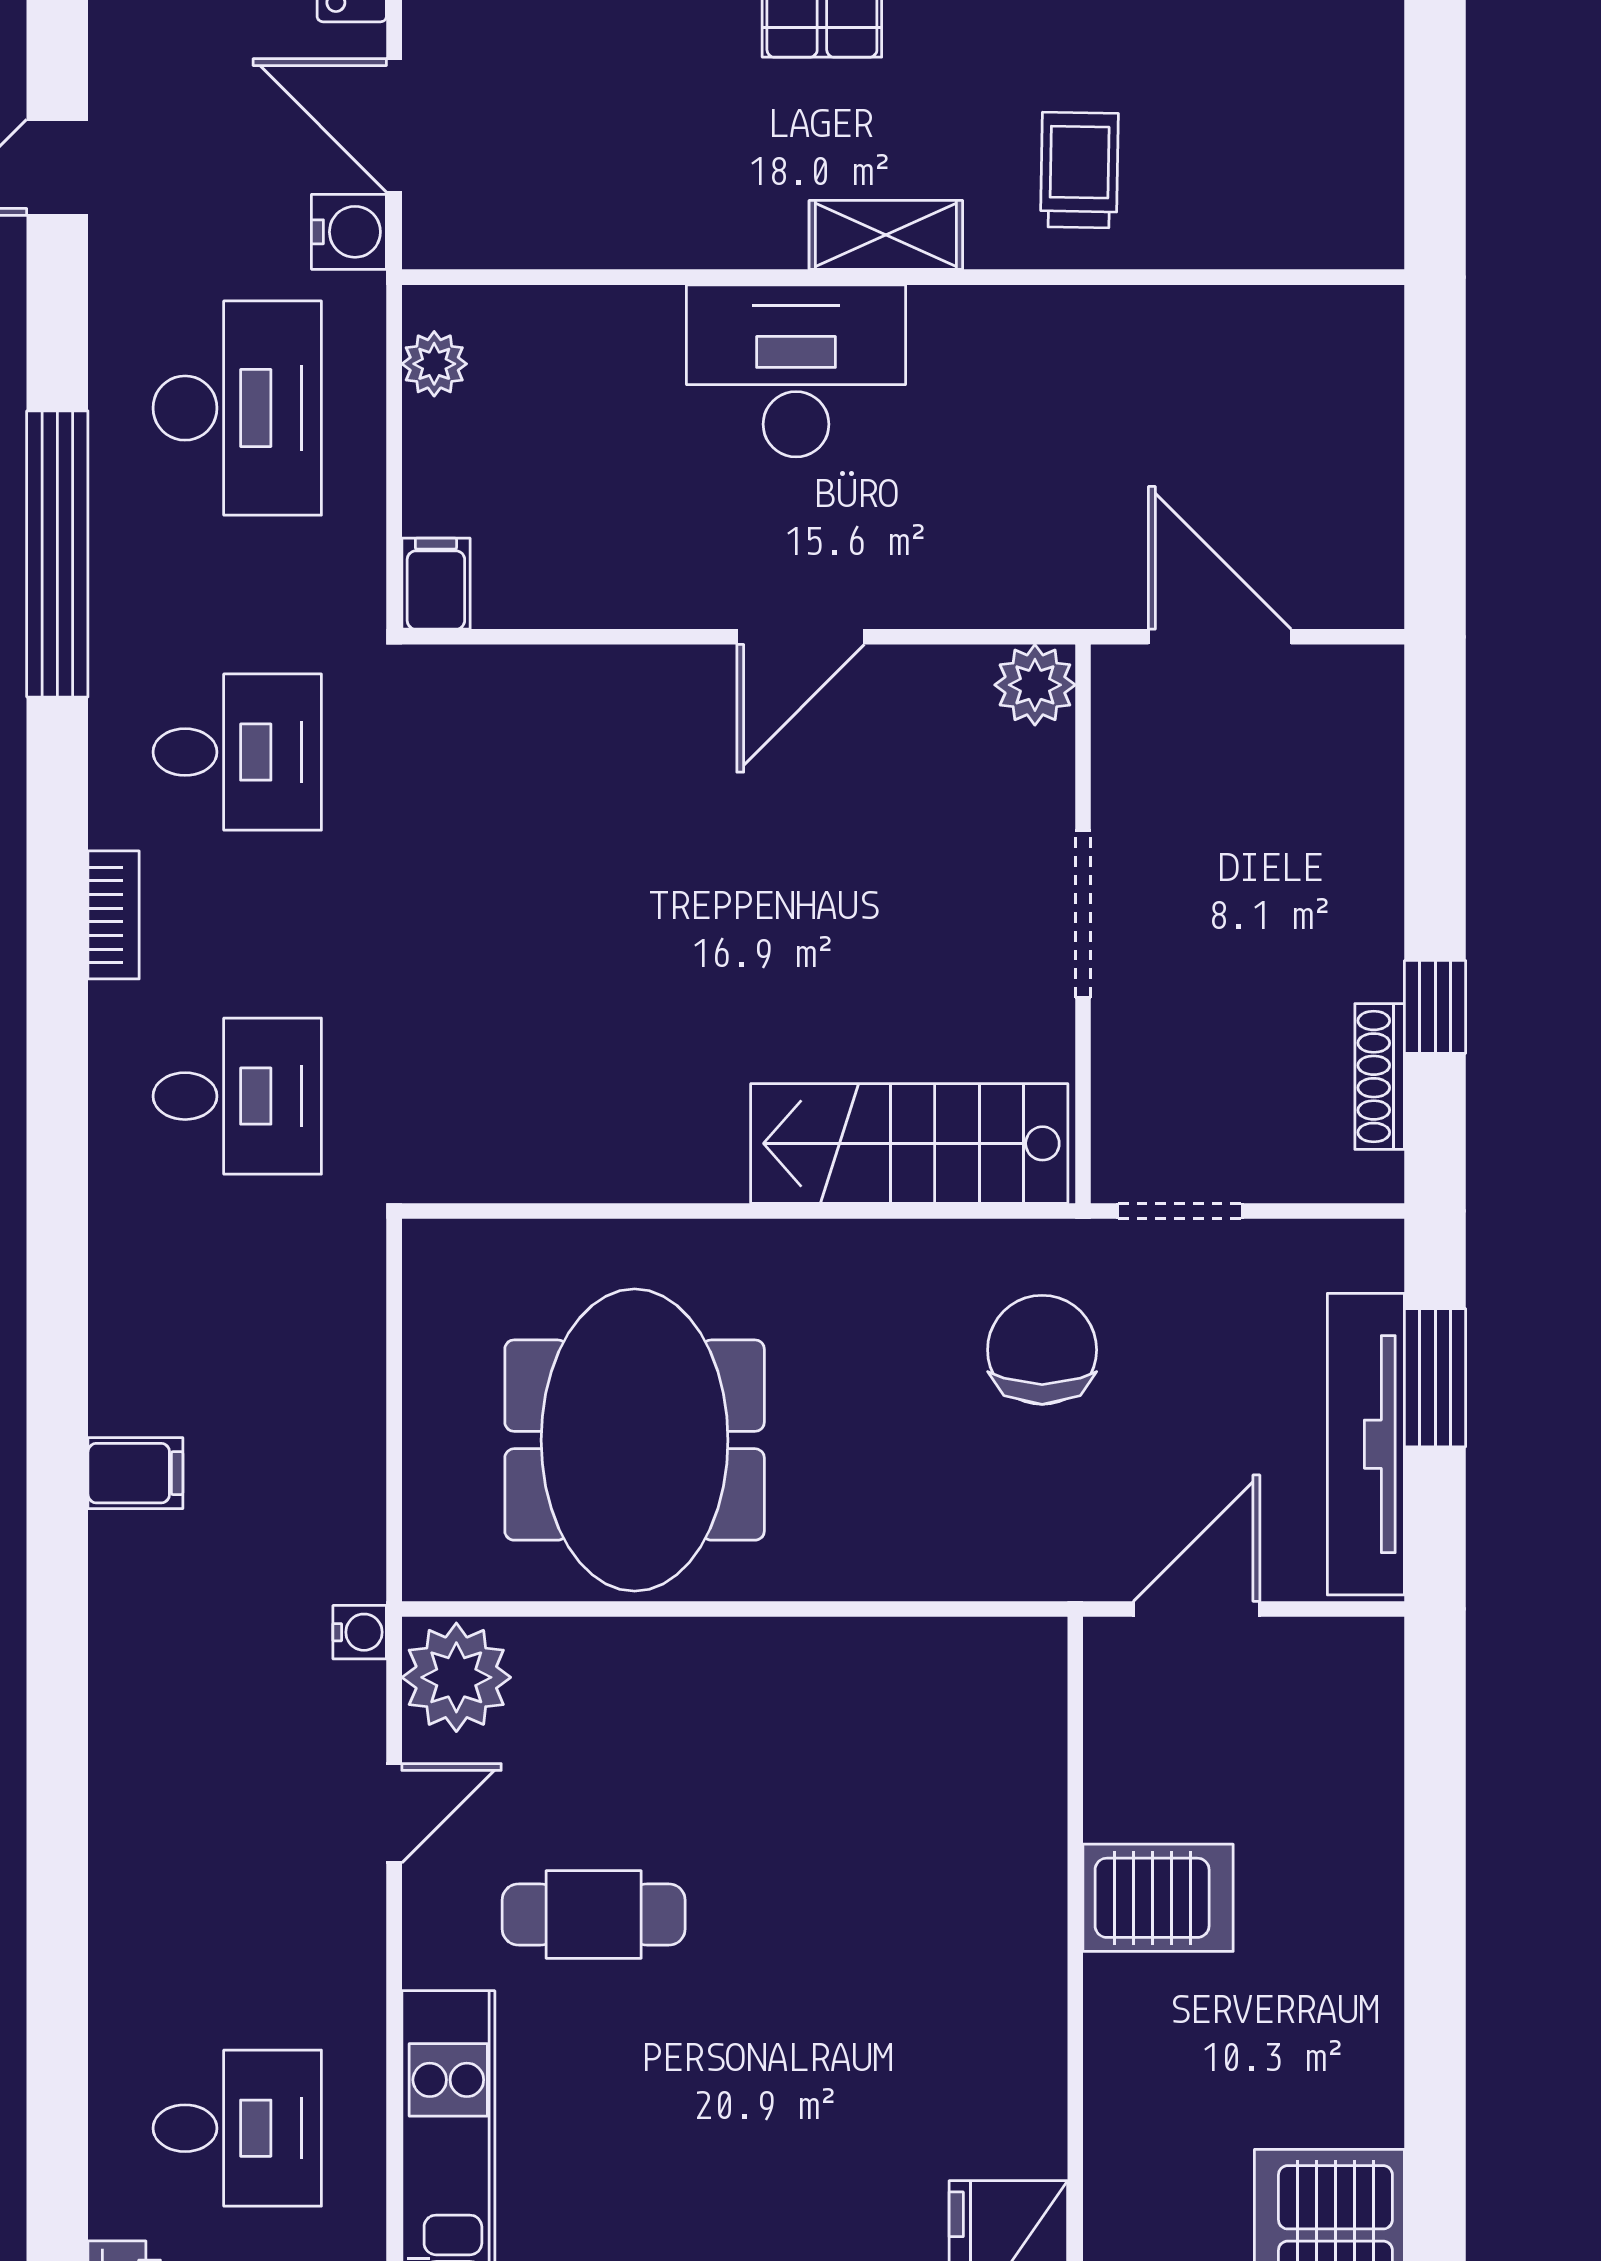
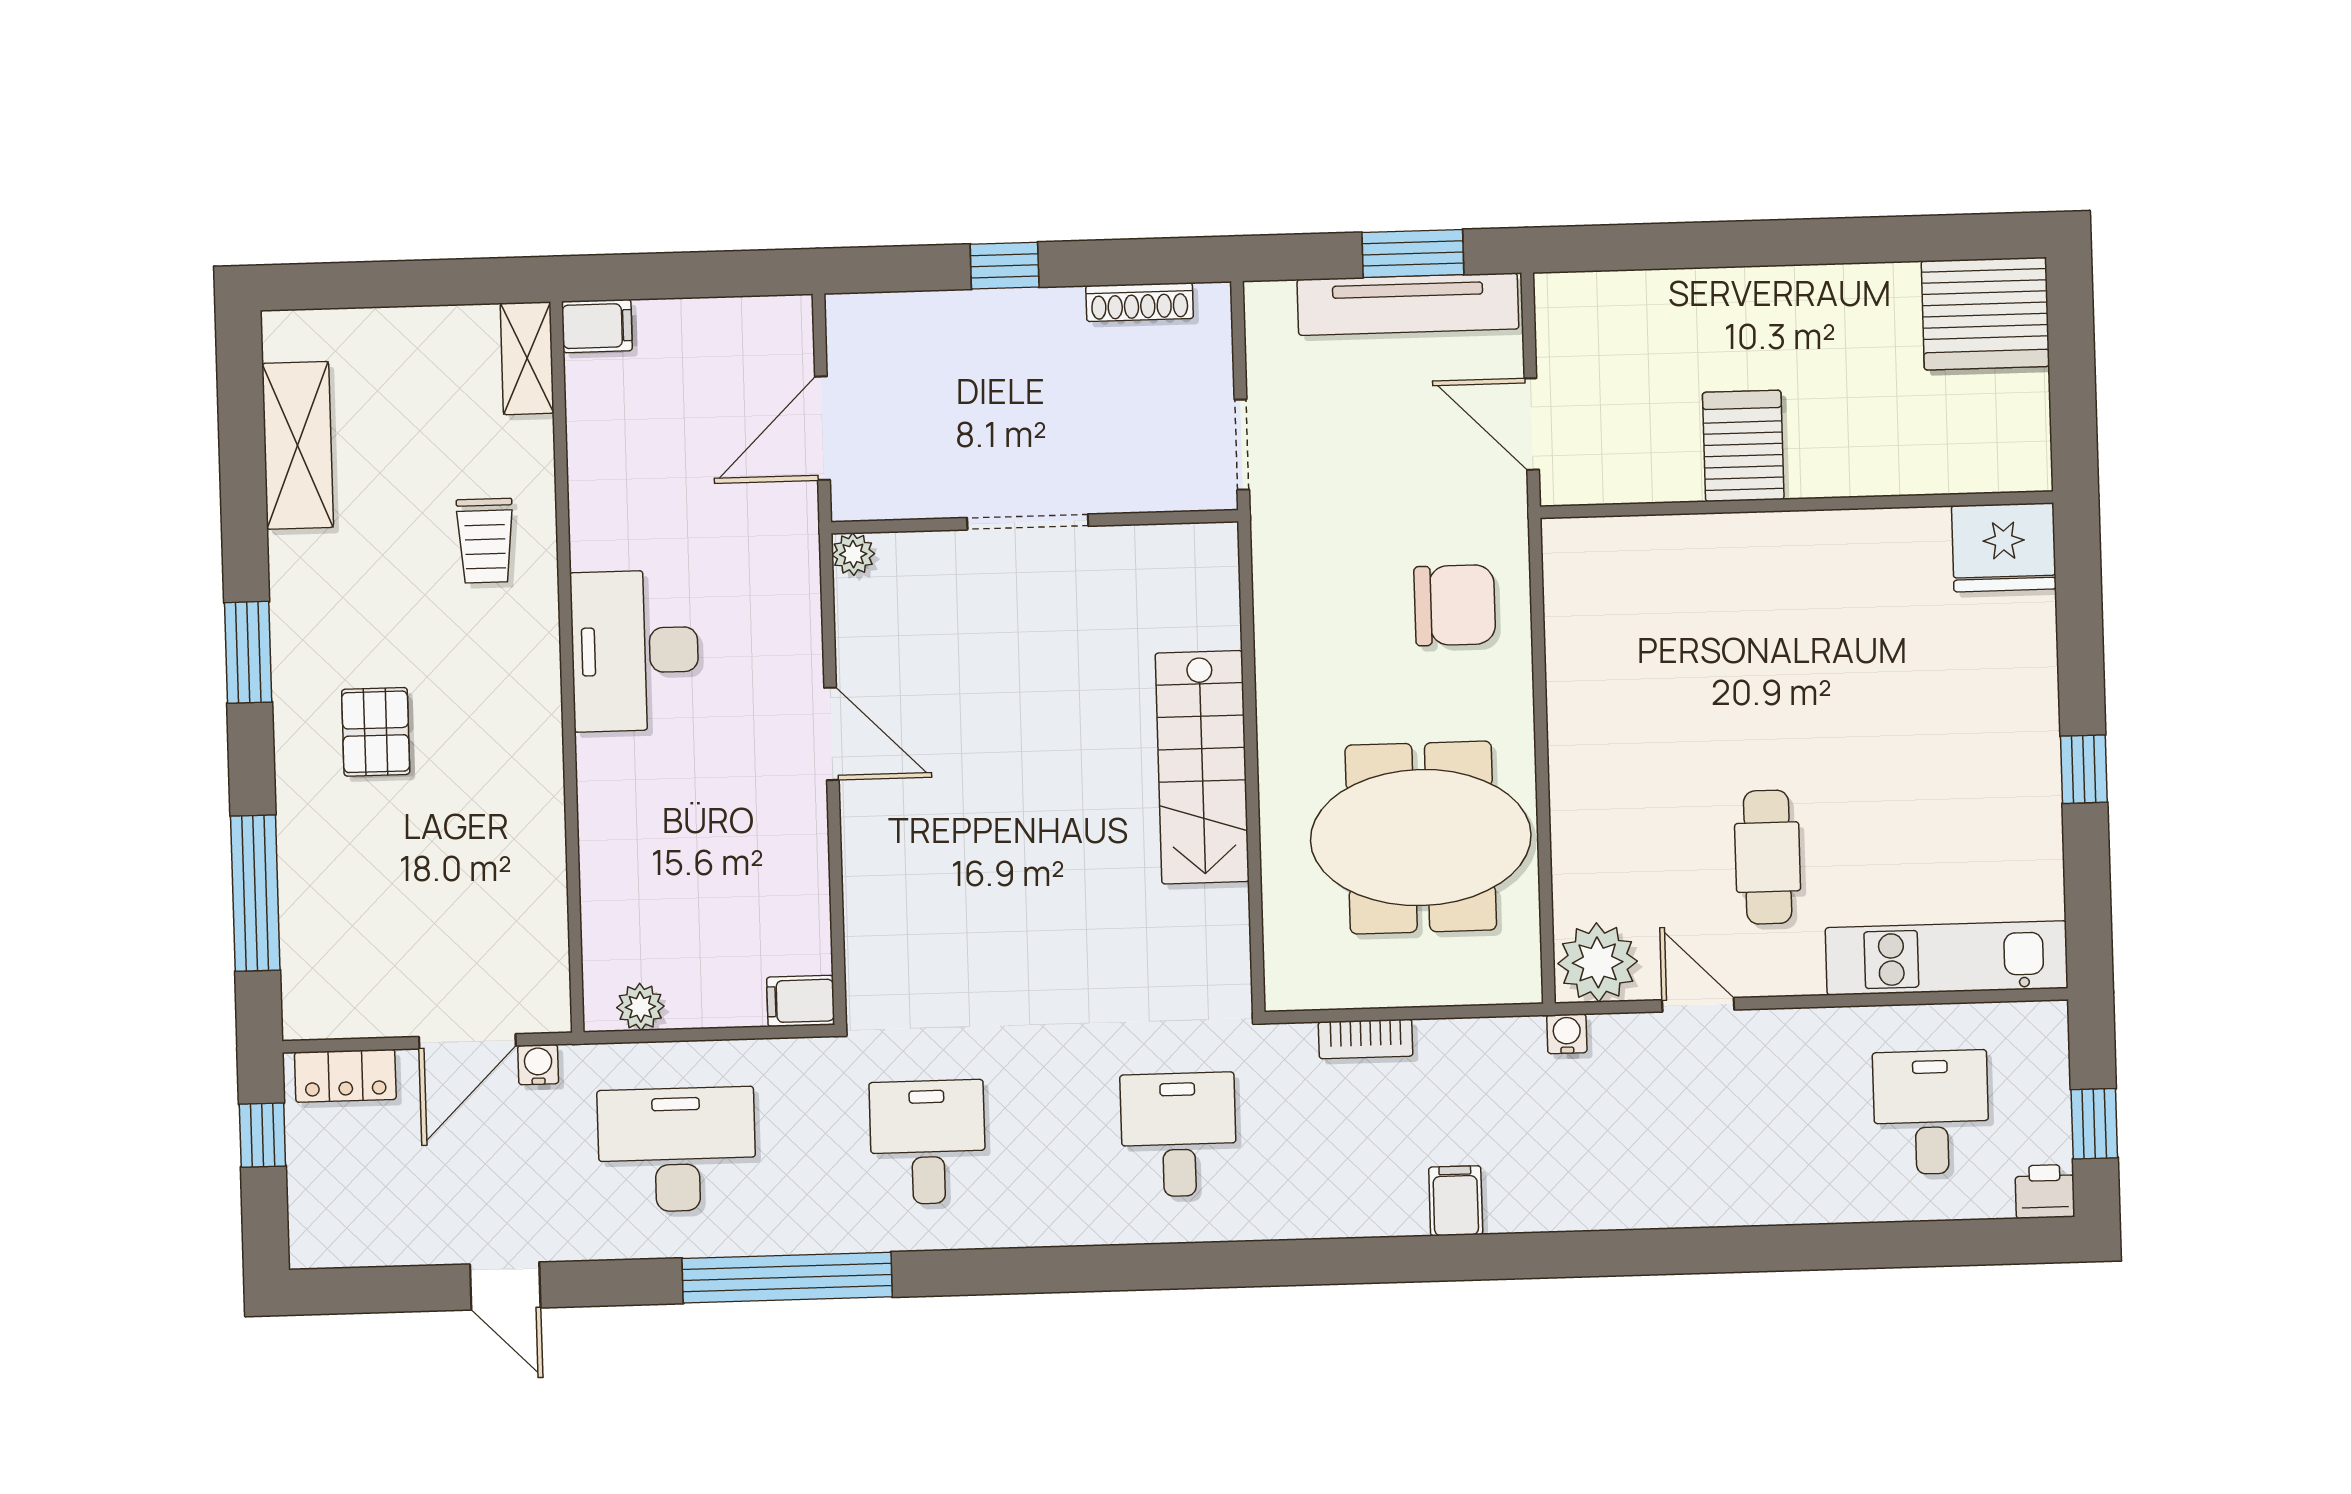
trolley: (1079, 170) -> (485, 541), turned -91
water cooler: (349, 232) -> (538, 1065), width x0.72, depth x0.72
shelving: (886, 235) -> (527, 358), moved
filing cabinet: (1369, 332) -> (597, 326), added
desk: (796, 371) -> (635, 651), moved
plant: (1035, 685) -> (853, 554), width x0.73, depth x0.73
bookcase: (114, 915) -> (1366, 1039), moved, turned 180
window: (1435, 1007) -> (1005, 266), moved
stairs: (909, 1143) -> (1202, 767), moved
chair: (1042, 1350) -> (1455, 605), moved, turned 180
window: (1435, 1378) -> (1413, 254), moved

